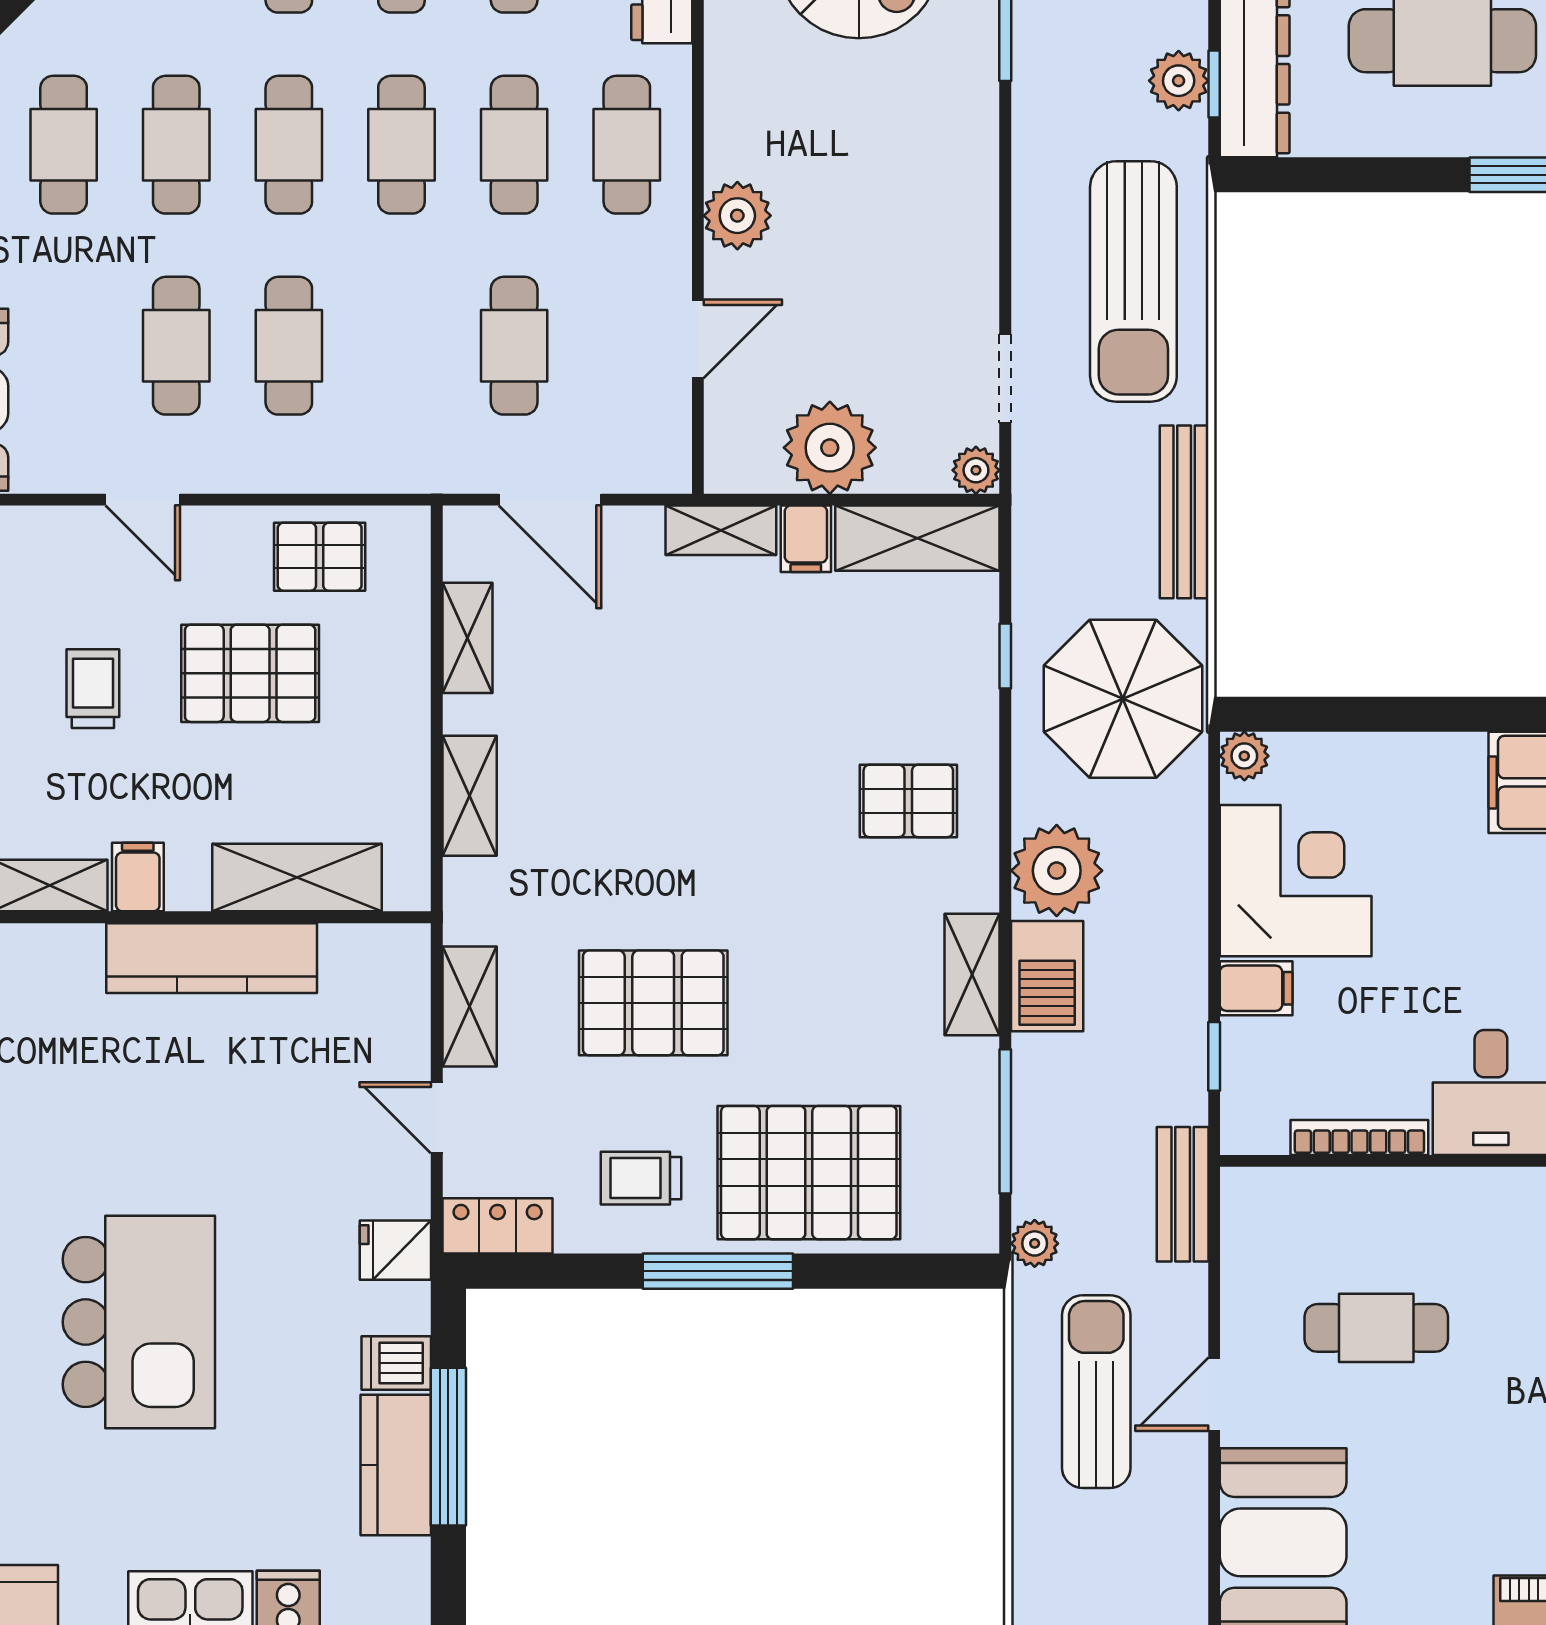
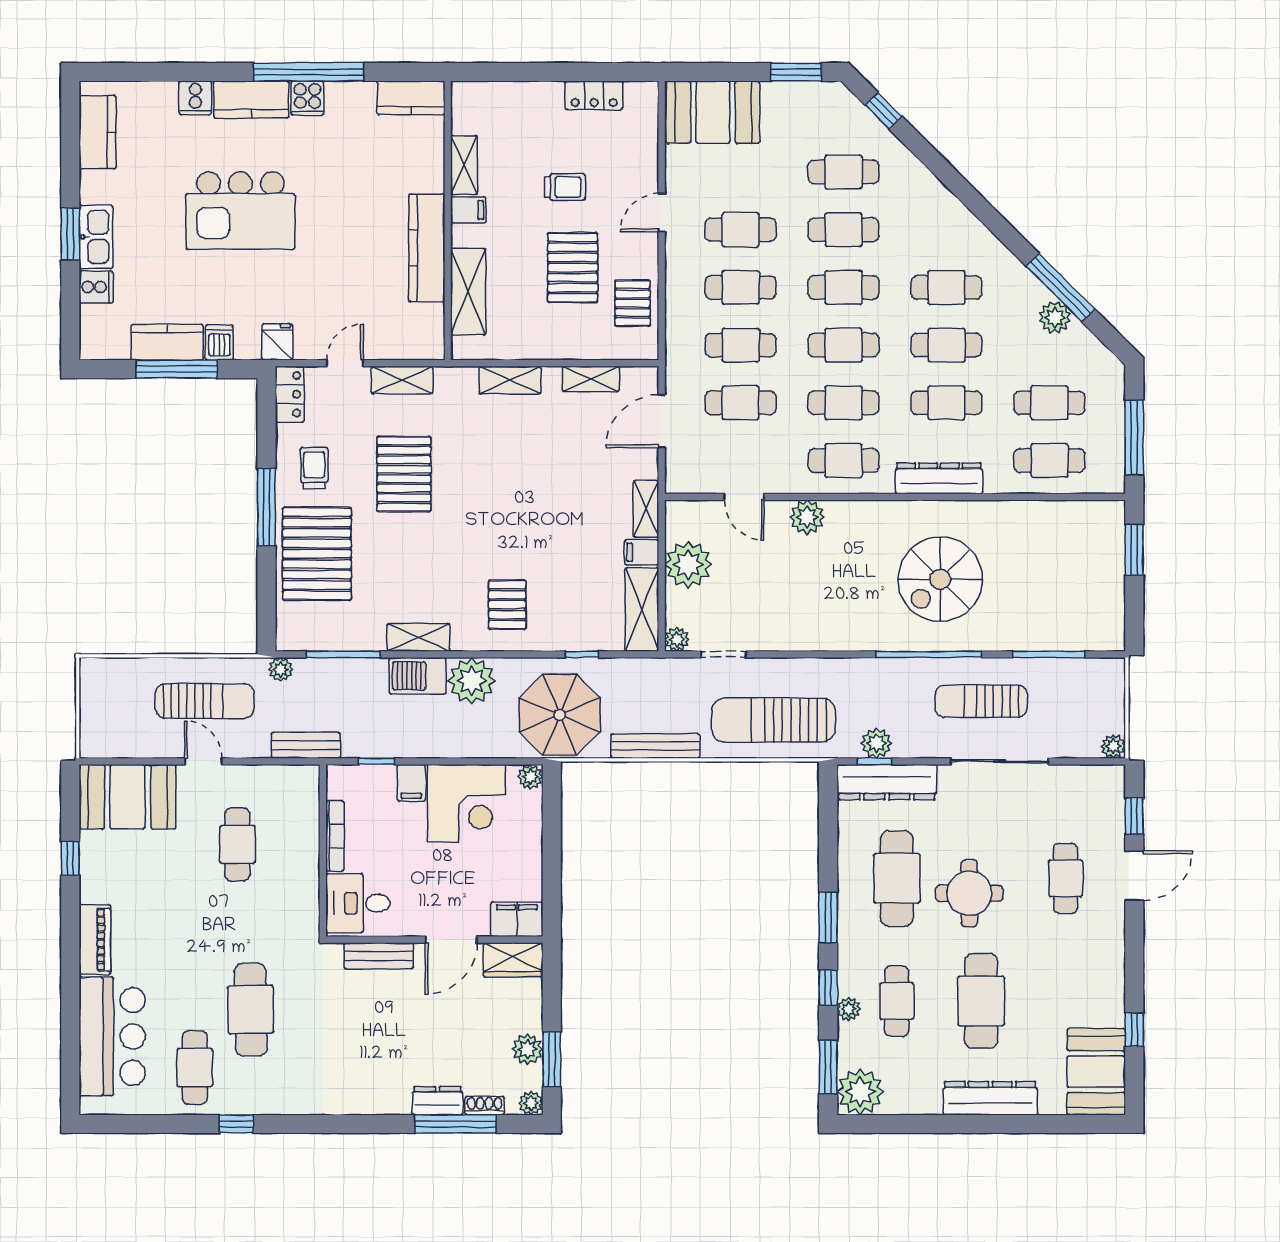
cafe table: (401, 346) -> (741, 345), added

